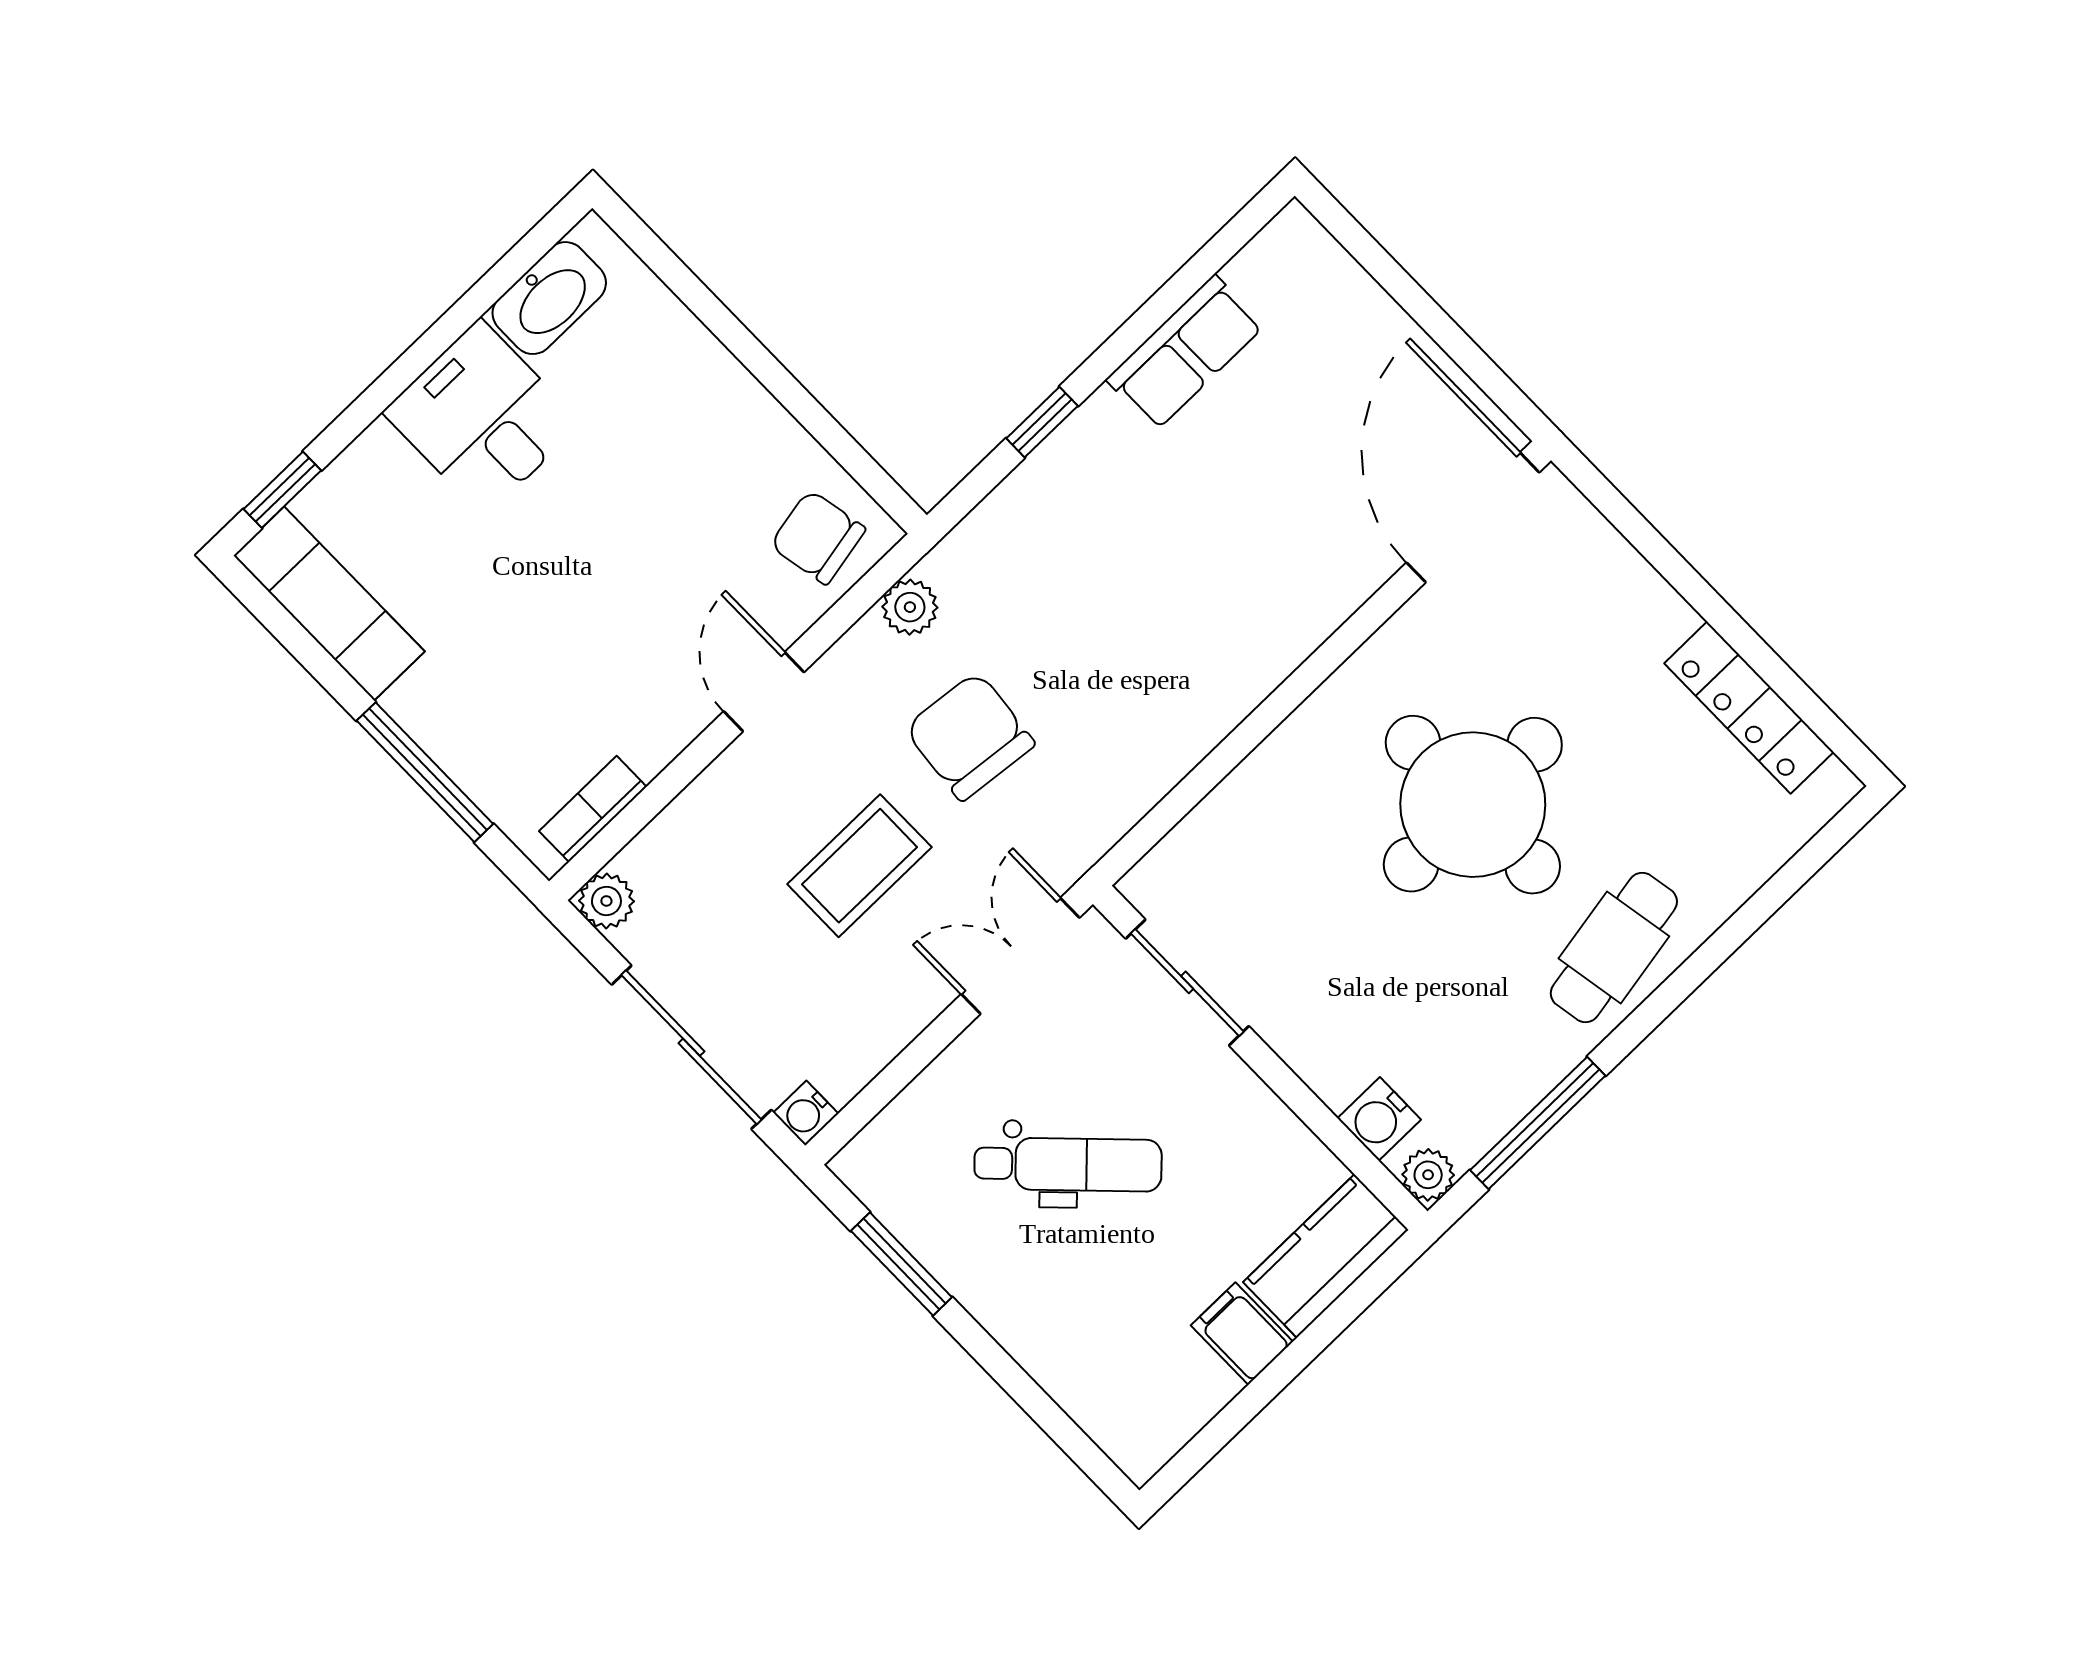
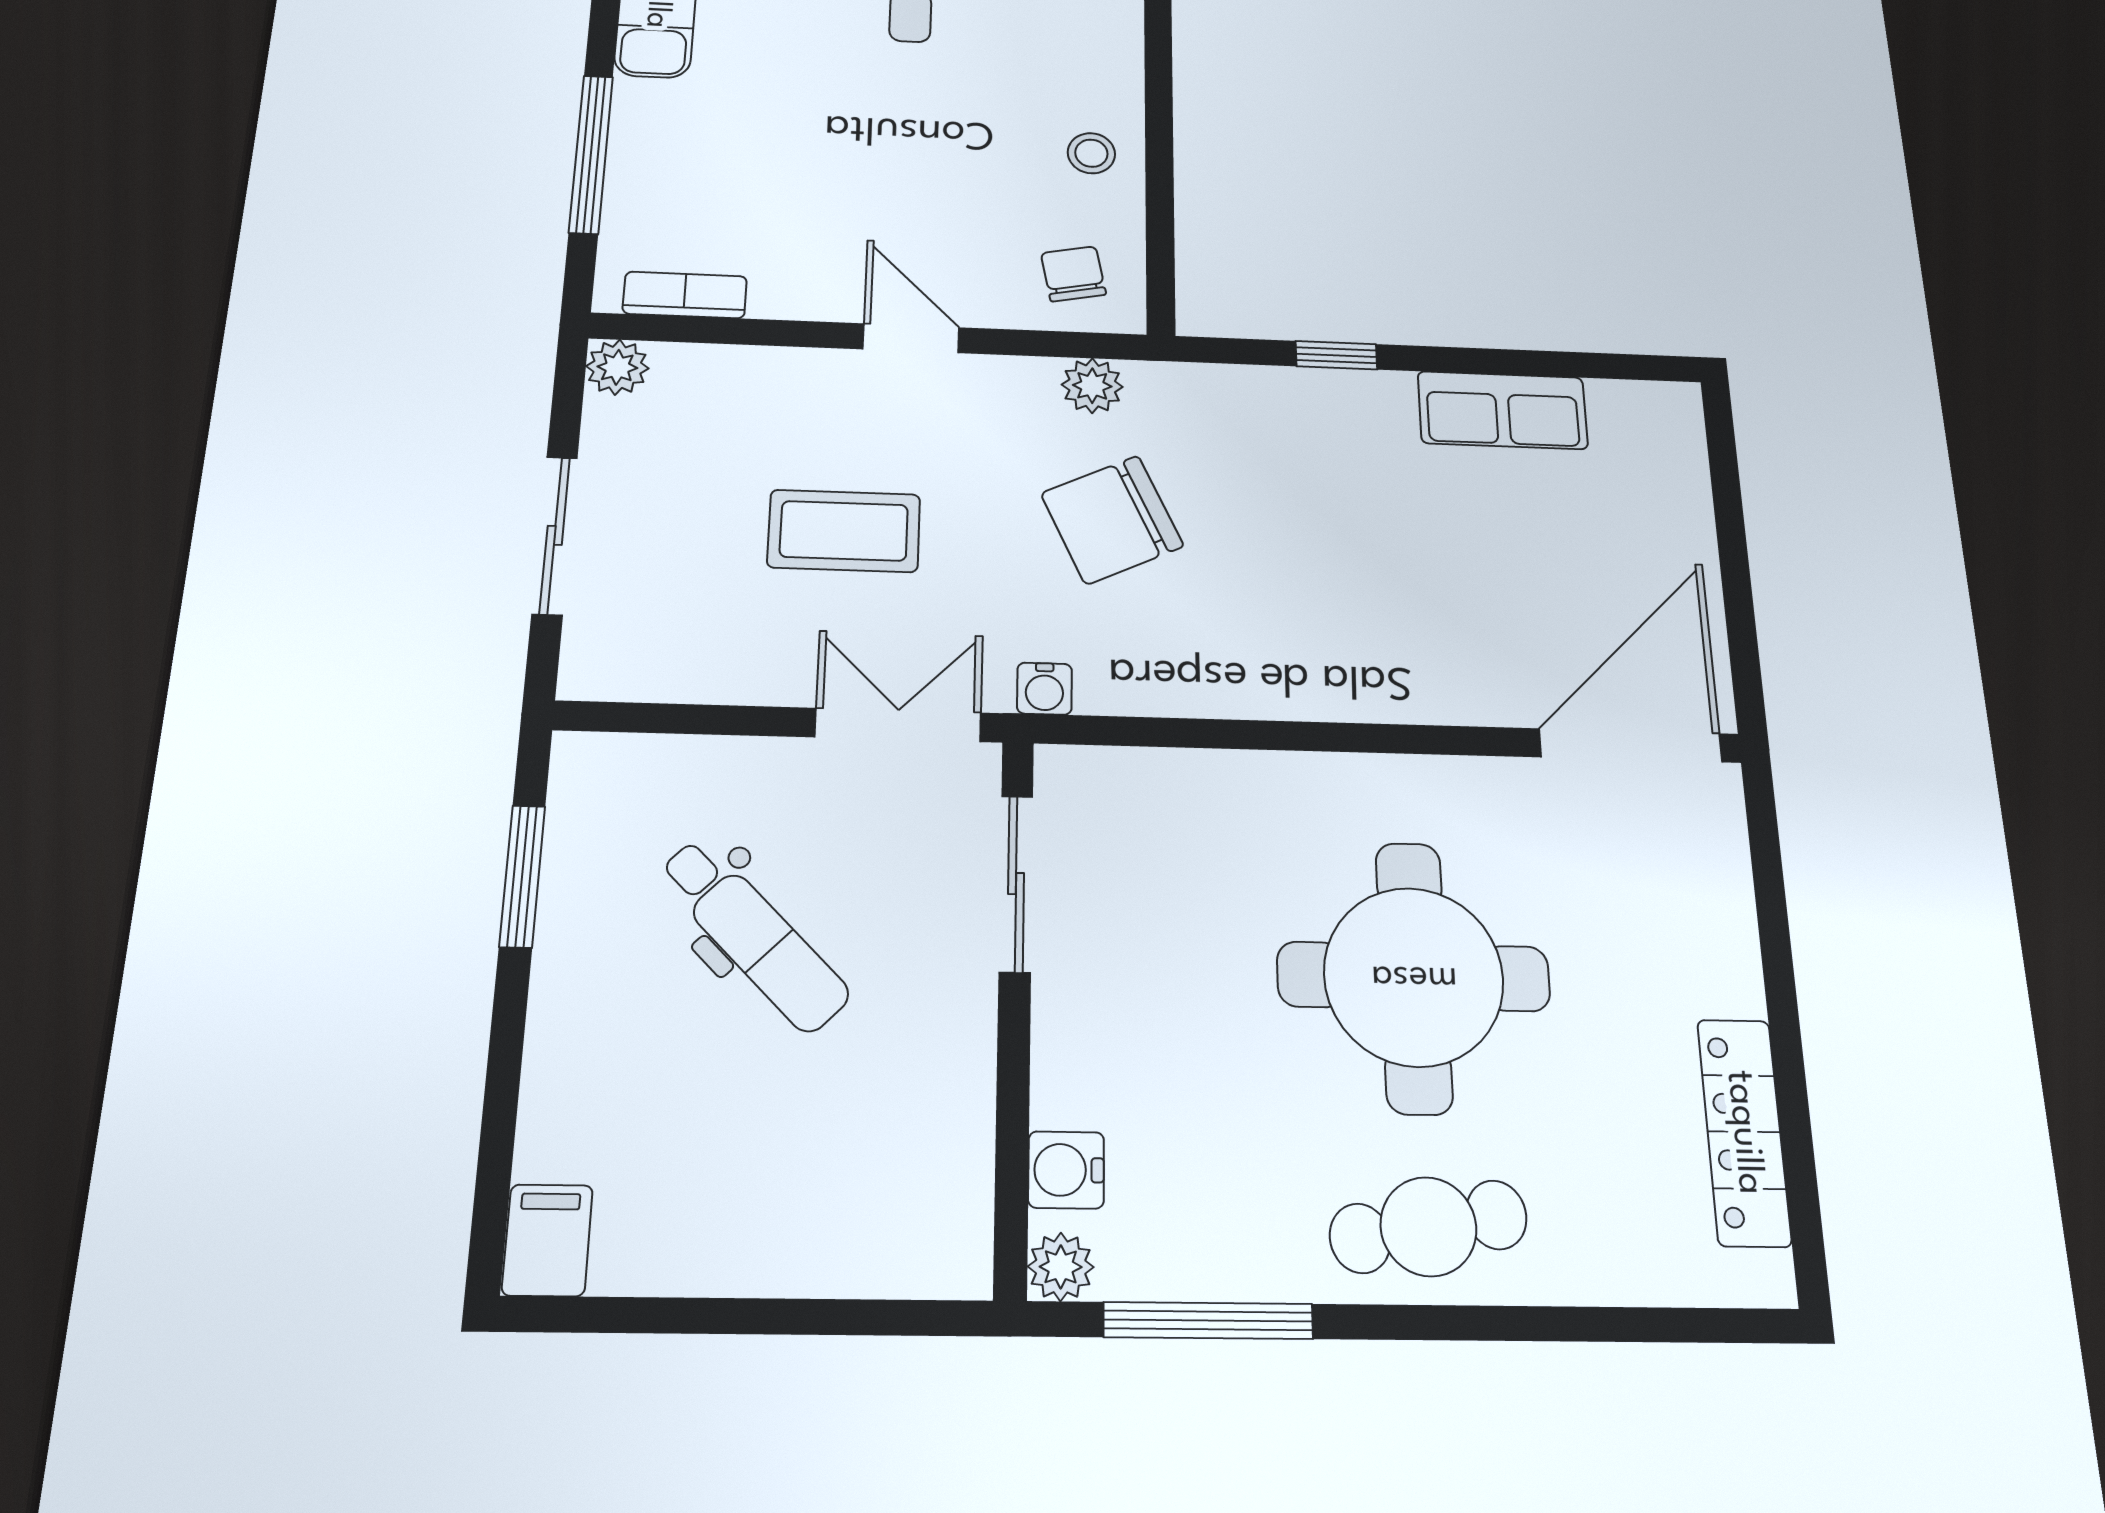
stool: (739, 432) -> (1091, 153), added
chair: (818, 537) -> (1073, 274), width x0.73, depth x0.73
door: (764, 692) -> (911, 338), hinge flipped
chair: (970, 736) -> (1112, 520), moved, turned -121
sliding door: (691, 1047) -> (555, 535), width x0.73
water cooler: (806, 1113) -> (1044, 689), moved, turned -90
kitchen counter: (1326, 1256) -> (894, 1248), removed
filing cabinet: (1242, 1334) -> (547, 1240), moved

